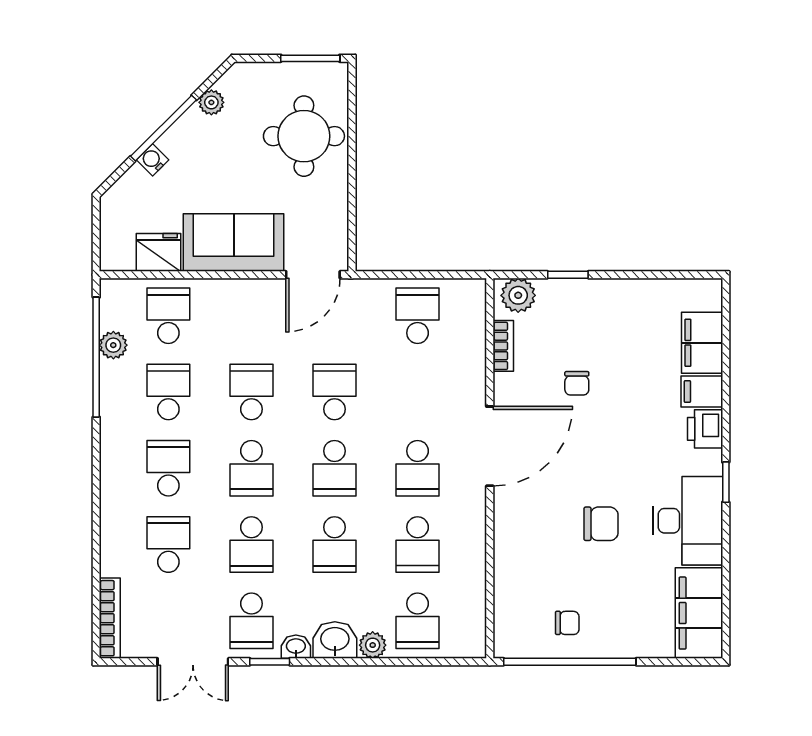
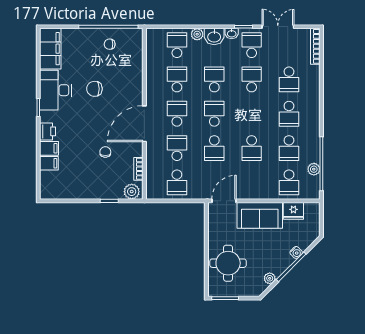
filing cabinet: (702, 343) -> (49, 163), width x0.50
school desk: (251, 468) -> (177, 148), moved

